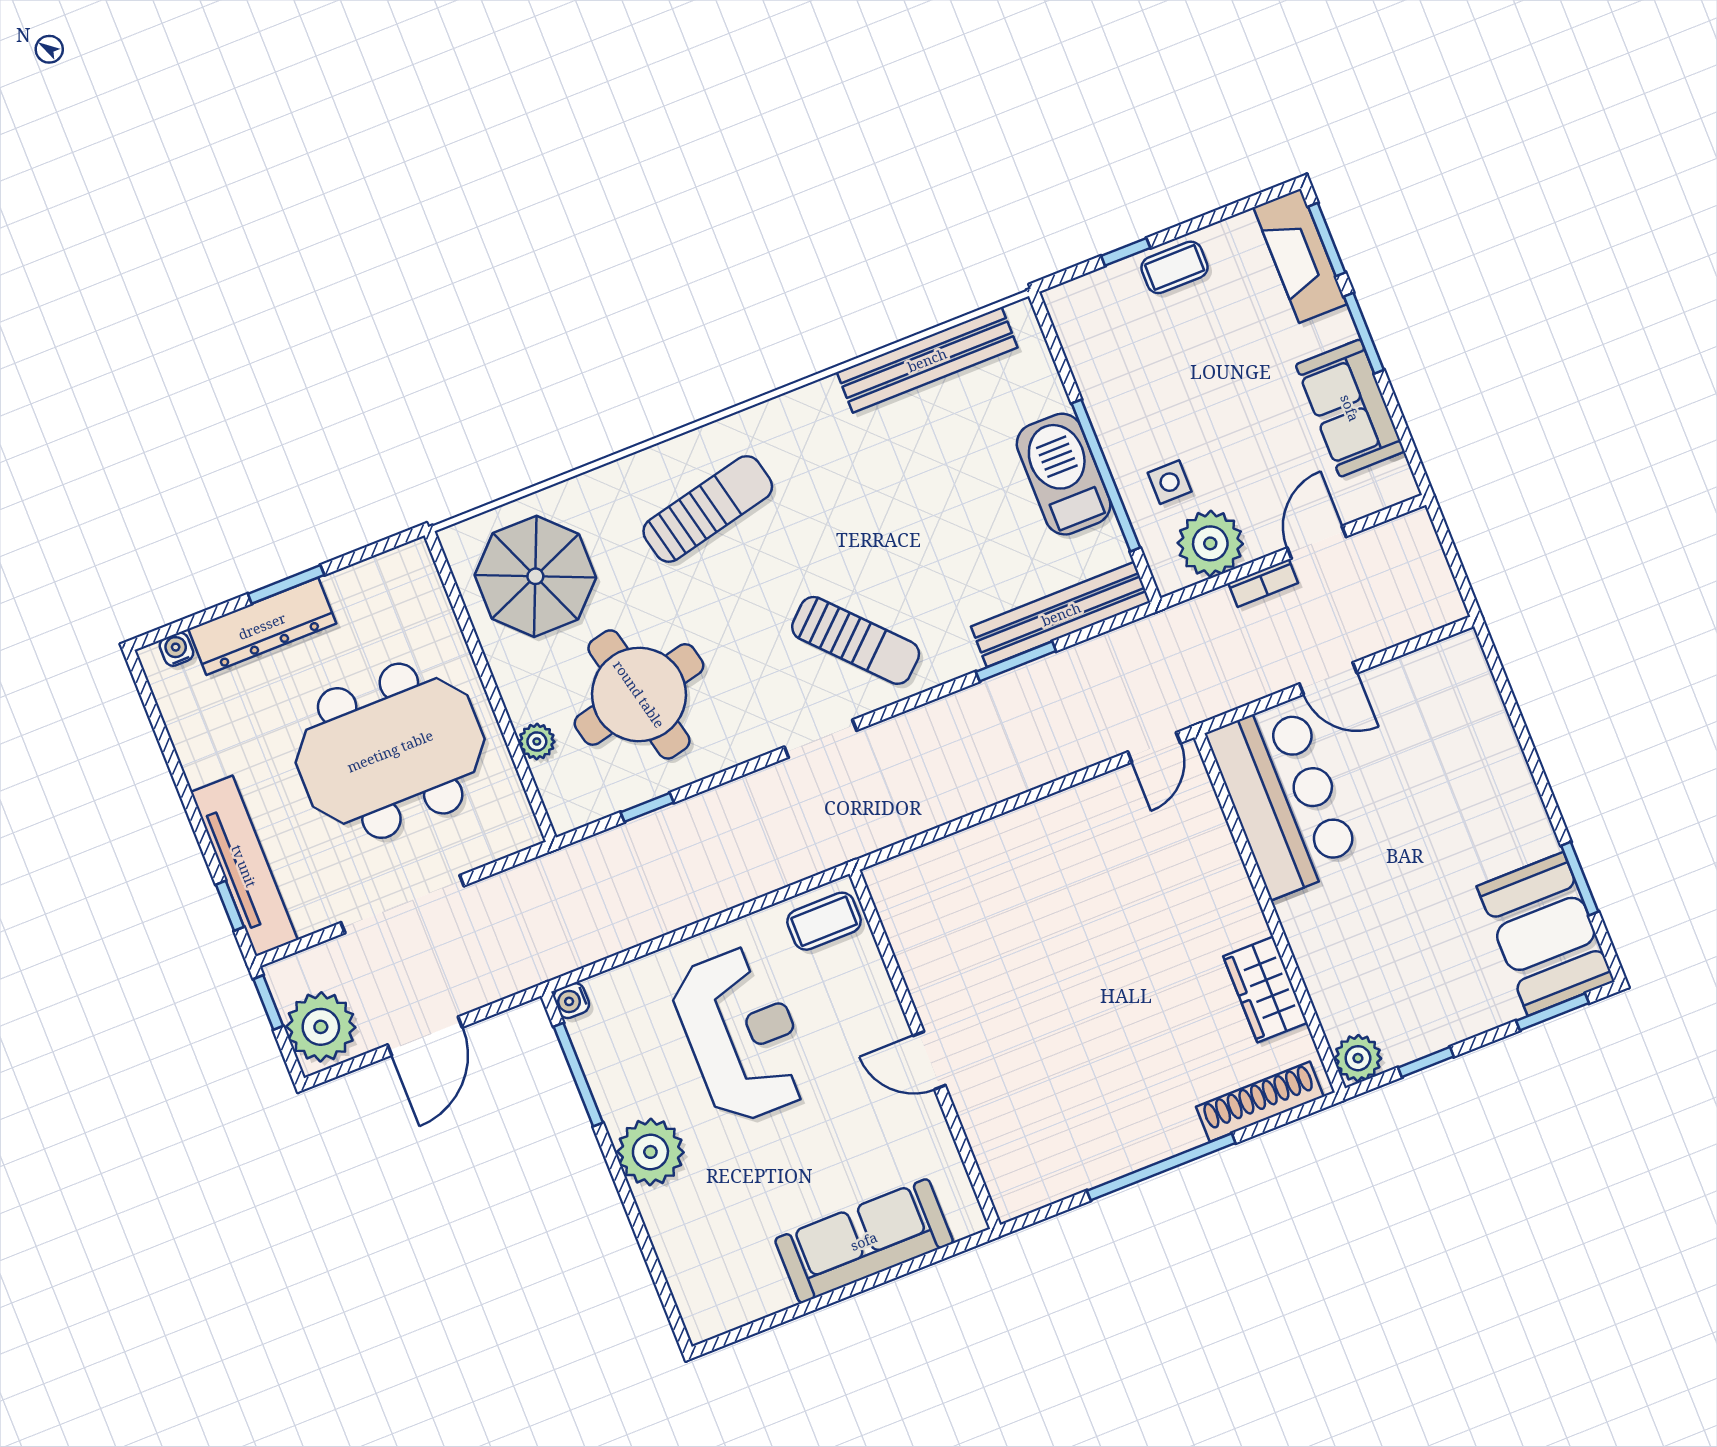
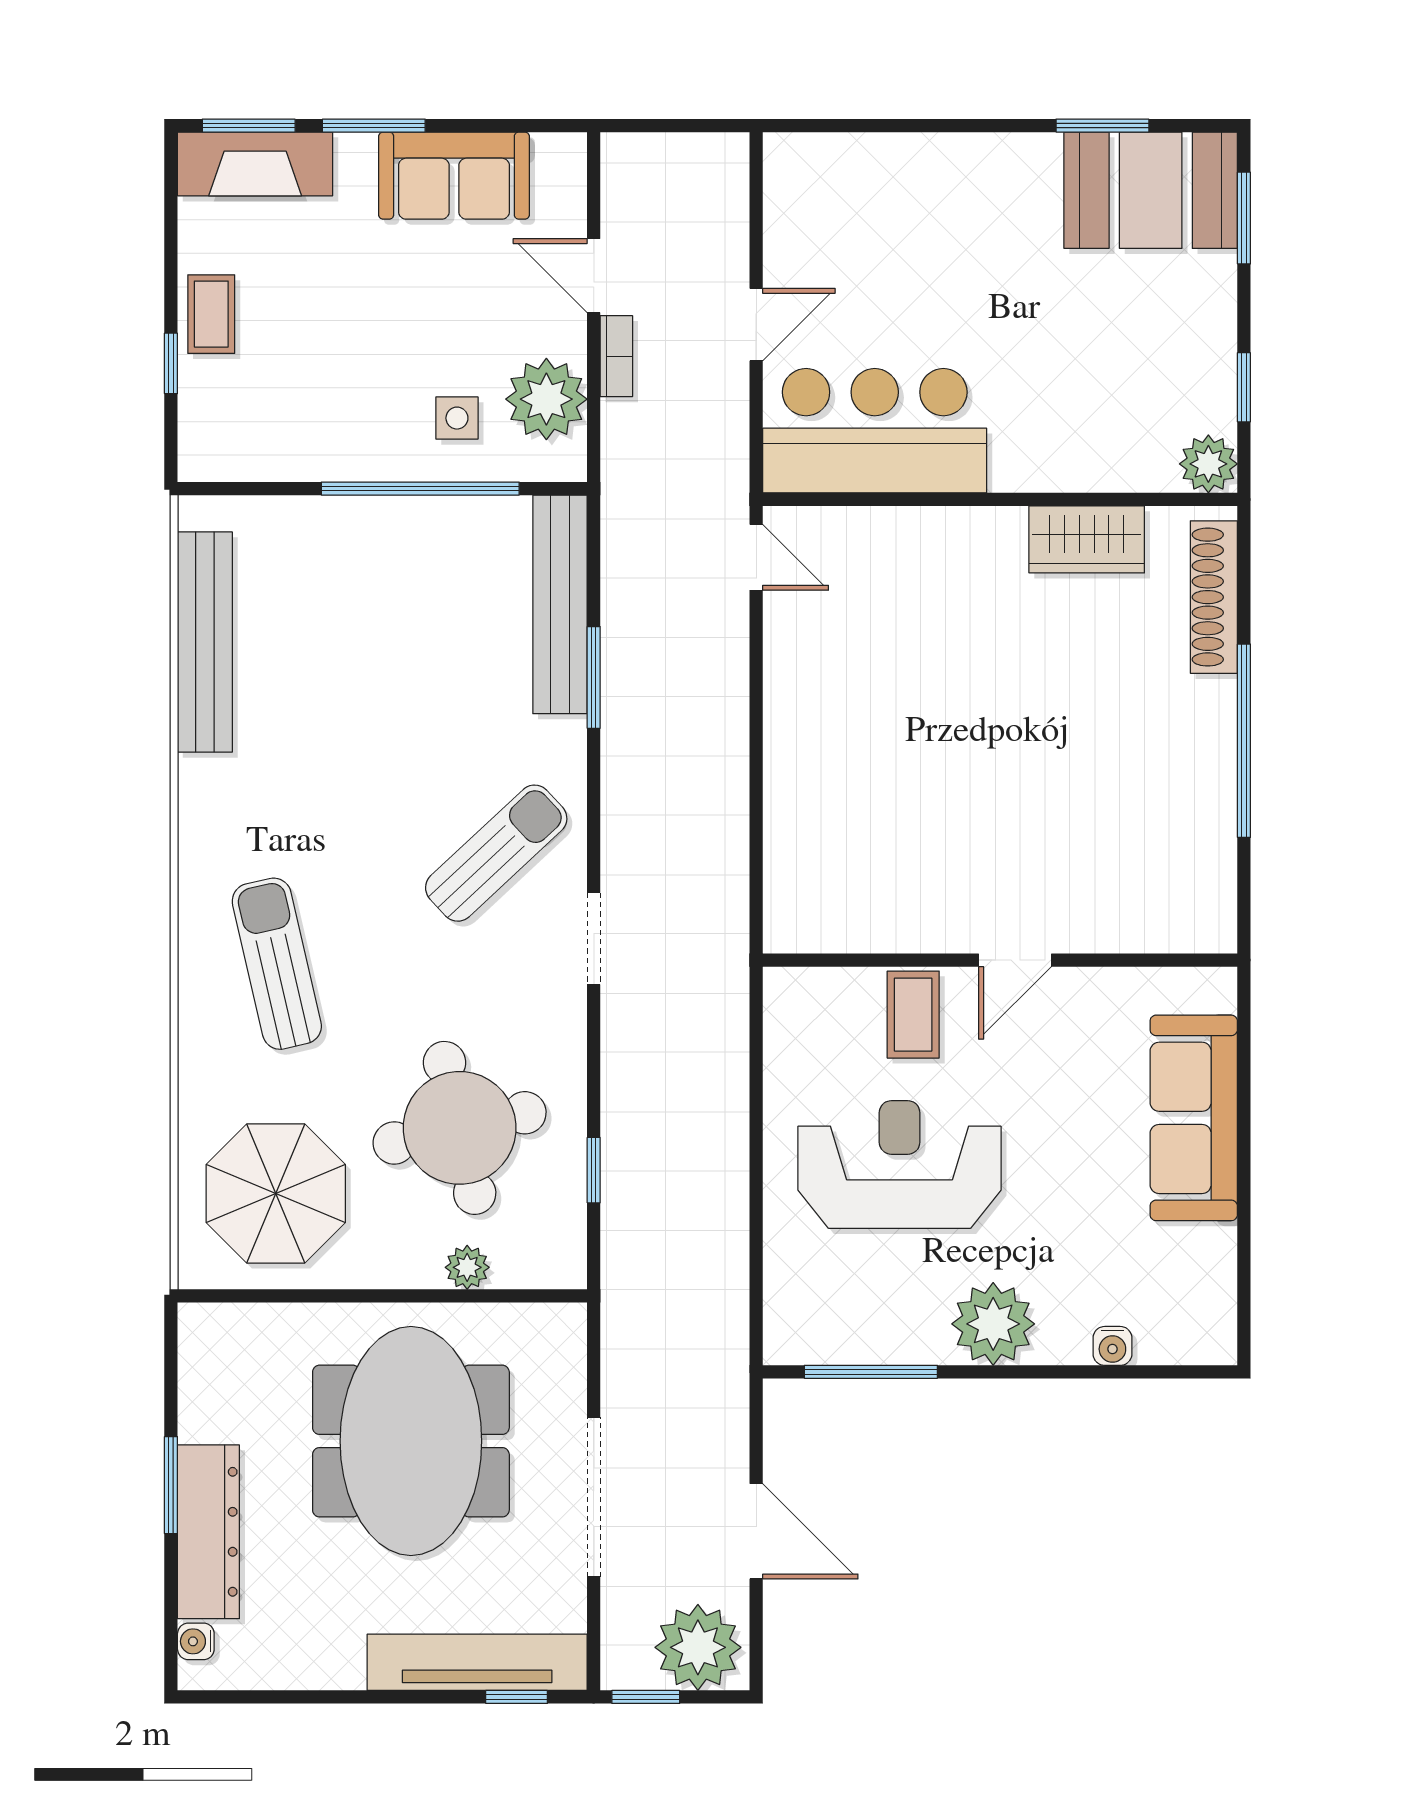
barbecue: (1064, 474) -> (399, 537), removed
coffee table: (824, 921) -> (913, 1015), moved
water cooler: (571, 1001) -> (1112, 1346), moved

